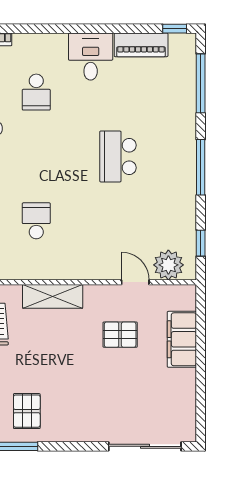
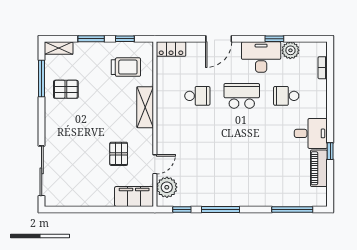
window: (175, 29) -> (330, 151), moved
school desk: (118, 156) -> (242, 96), moved
window: (201, 167) -> (221, 209), moved
filing cabinet: (182, 339) -> (134, 196), moved

